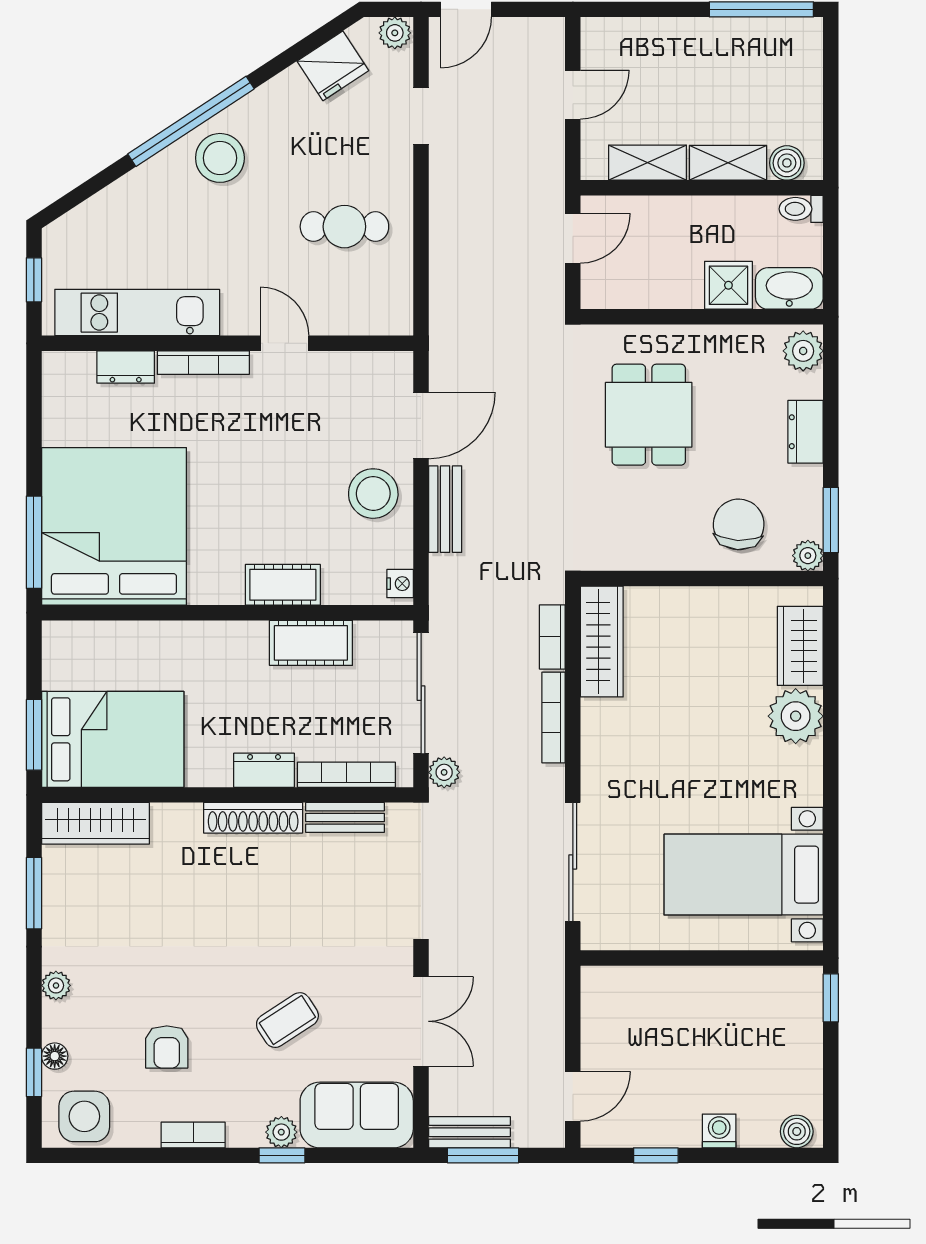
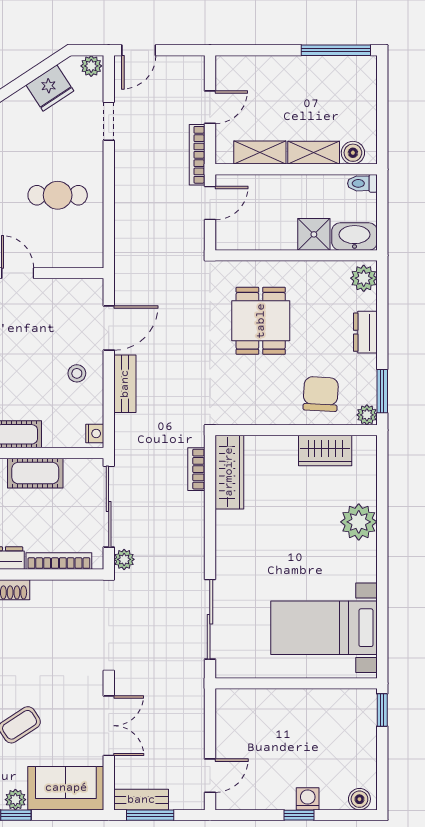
stool: (373, 494) -> (77, 373), width x0.53, depth x0.53
wardrobe: (800, 646) -> (325, 451), moved, turned -90
bookcase: (554, 718) -> (197, 155), moved
bench: (345, 817) -> (58, 590), removed
window: (656, 1155) -> (299, 815), moved

